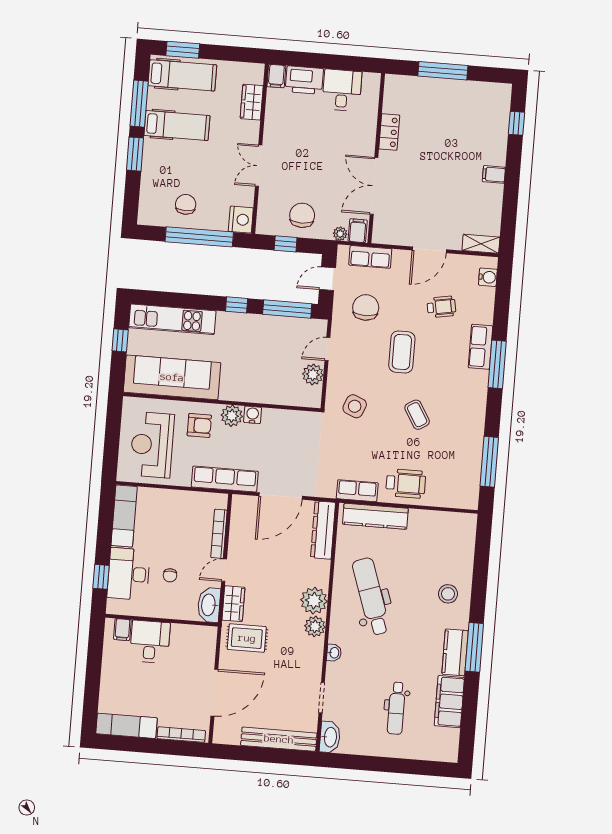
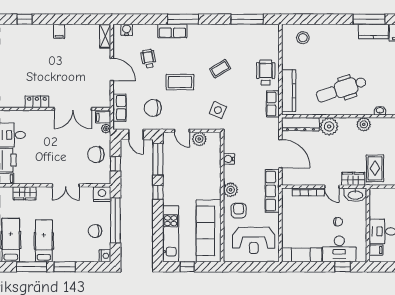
nightstand: (147, 217) -> (105, 256), added
water cooler: (253, 415) -> (229, 159), moved
stool: (448, 594) -> (303, 38), moved
plant: (314, 601) -> (329, 126), moved

